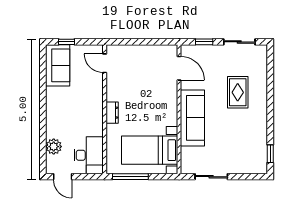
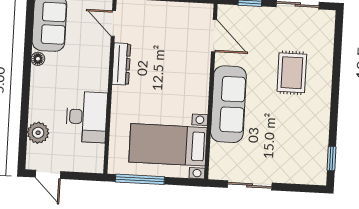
floor lamp: (51, 92) -> (38, 59), added
dresser: (112, 113) -> (121, 64), moved, width x1.44
desk: (89, 155) -> (87, 117), moved

